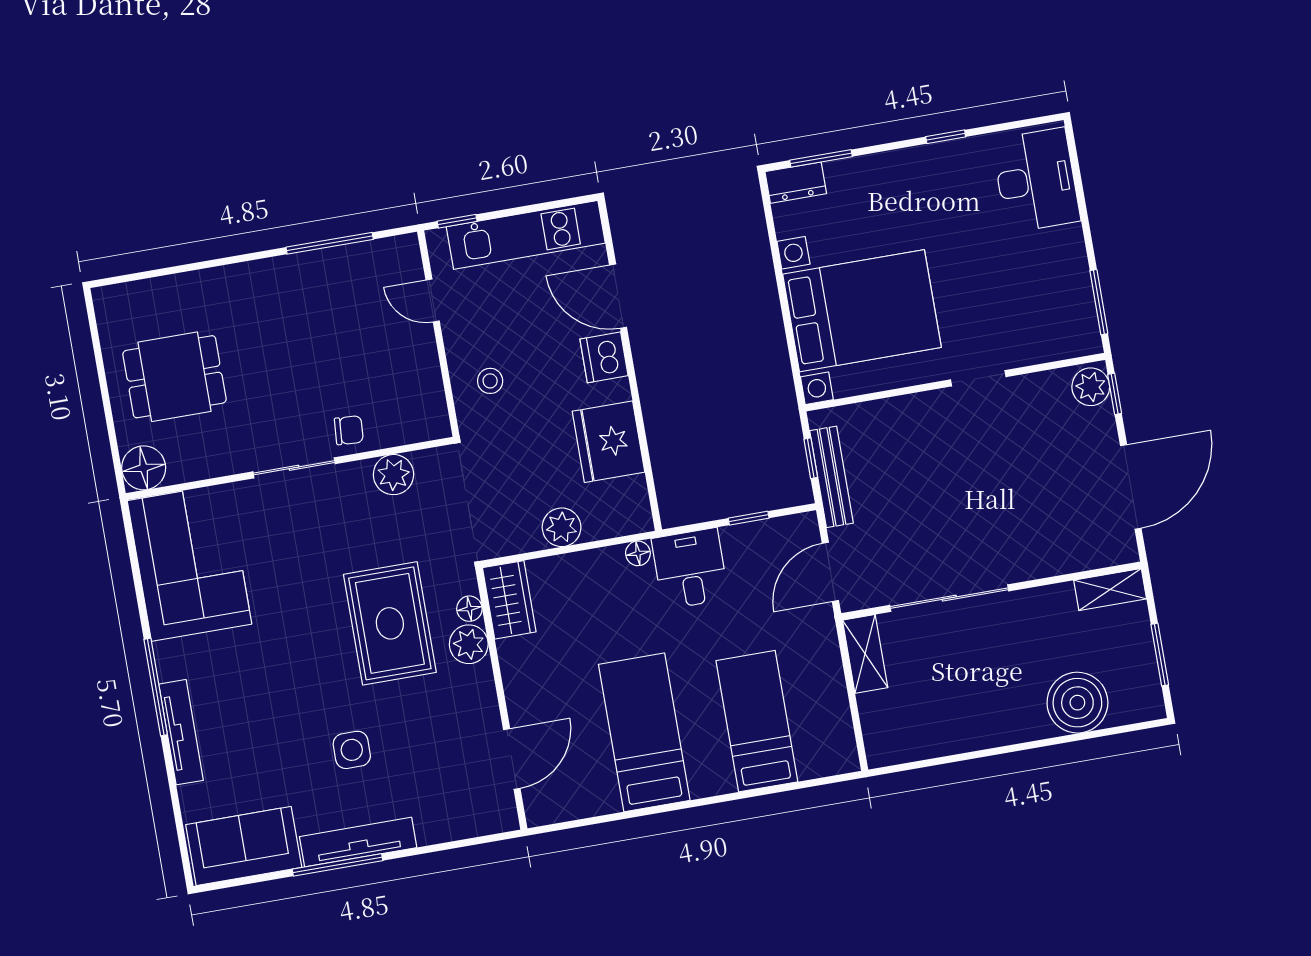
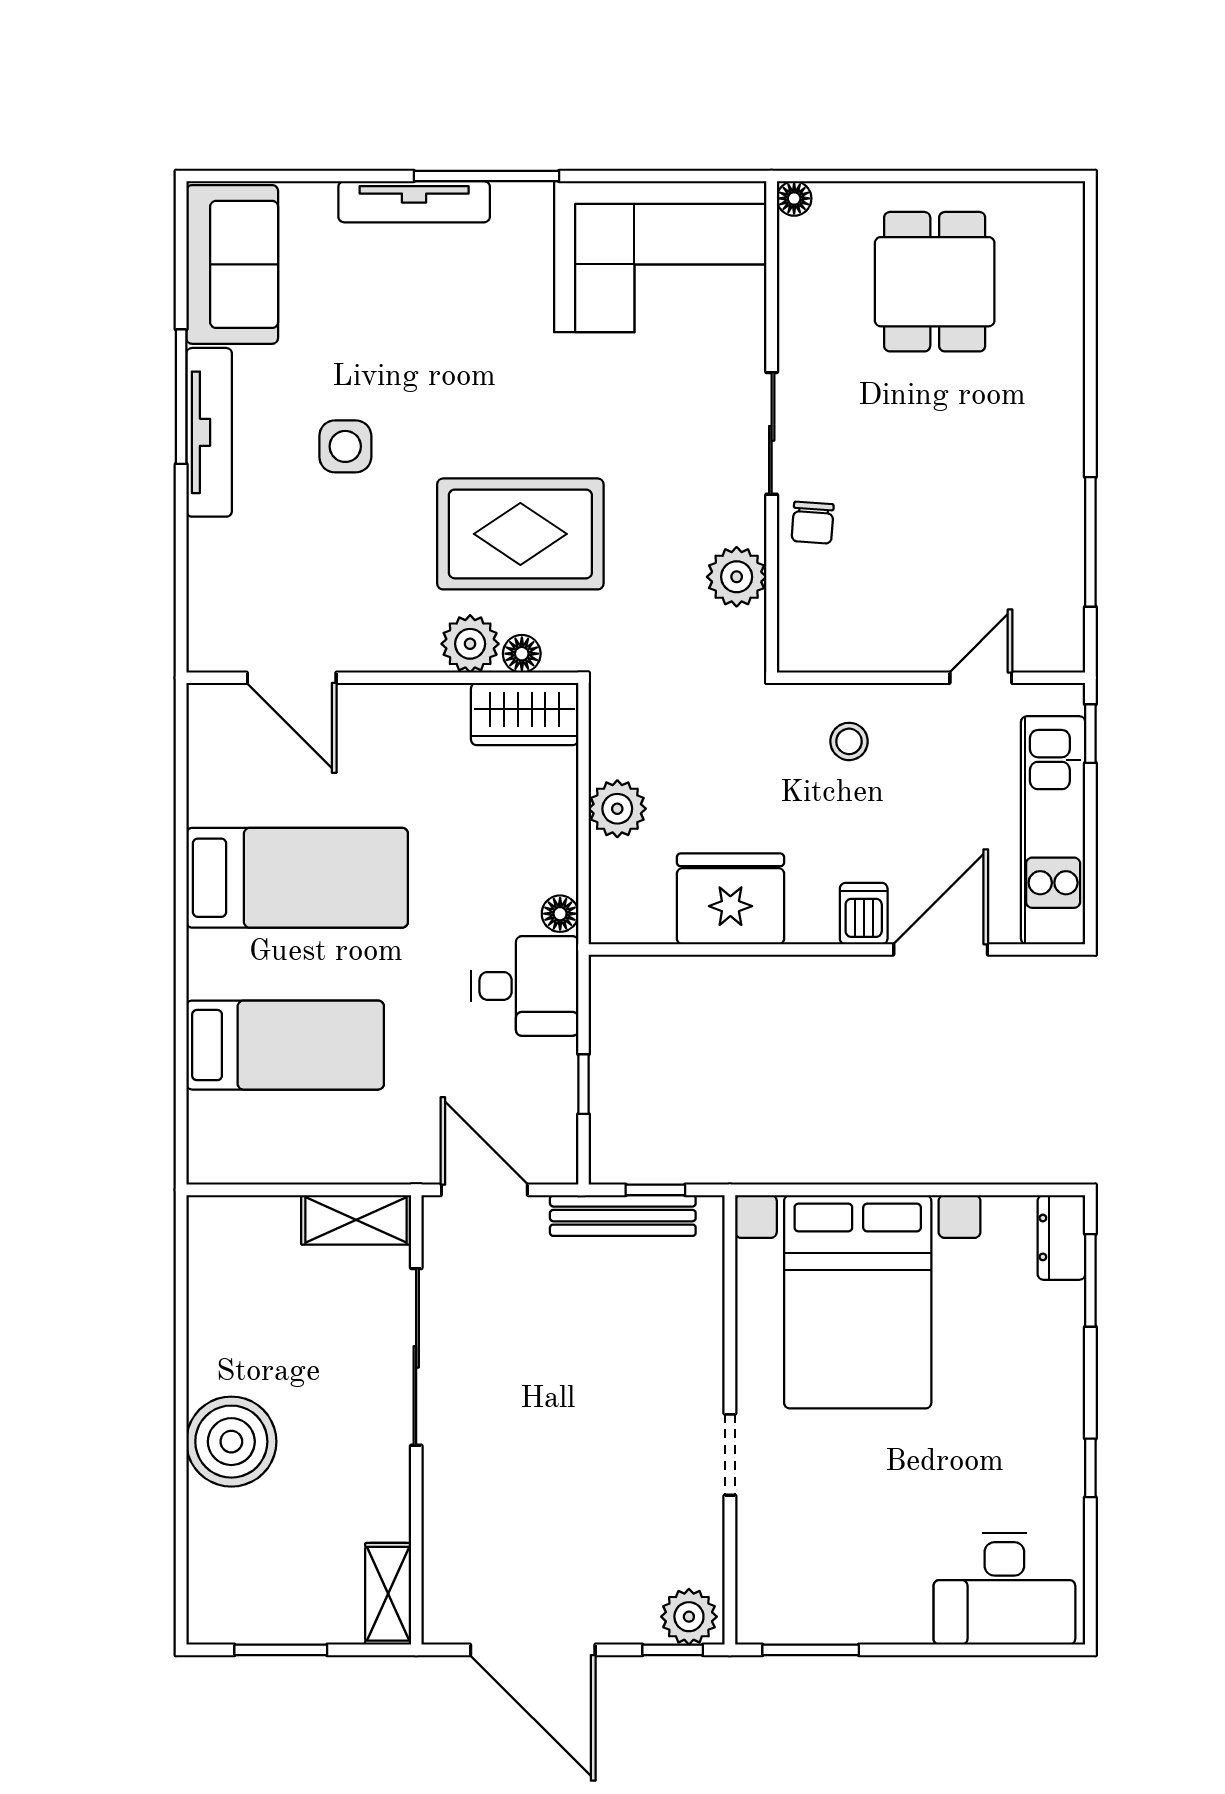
dishwasher: (604, 357) -> (864, 914), width x0.73
floor lamp: (144, 468) -> (794, 198), width x0.53, depth x0.53
boiler: (1077, 703) -> (231, 1442), moved

